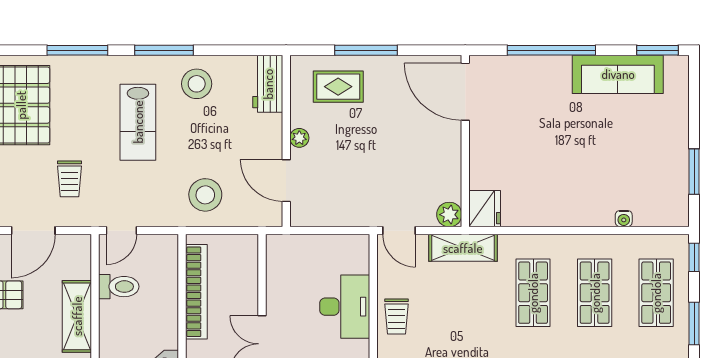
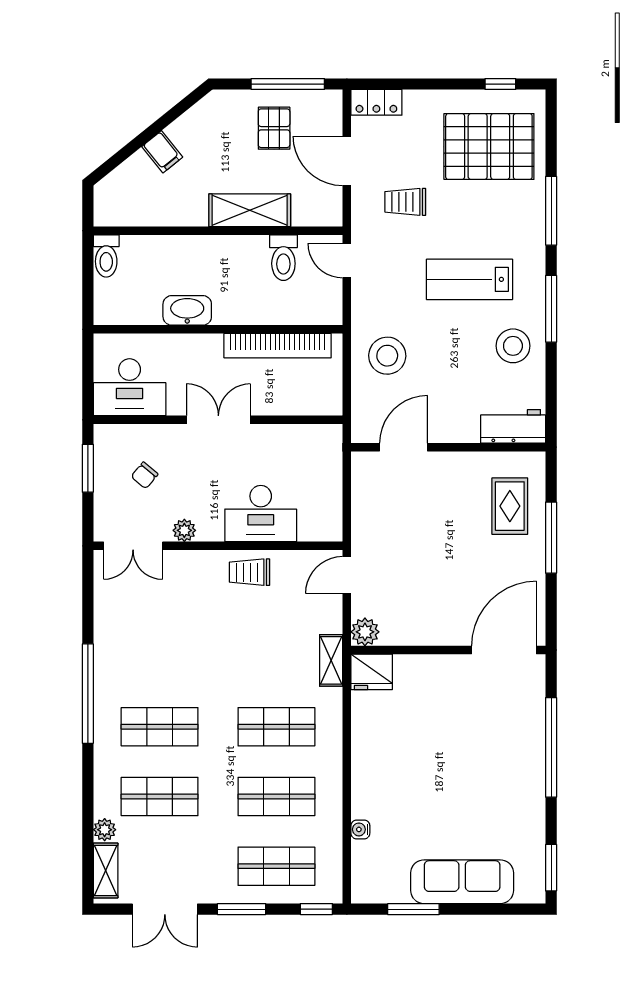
sofa: (618, 74) -> (462, 882), moved, turned 90
plant: (299, 138) -> (452, 462), removed
shelving: (463, 248) -> (331, 660), width x0.67, depth x0.75

